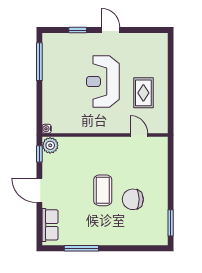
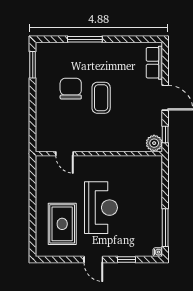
rug: (143, 93) -> (62, 224), moved, width x1.36, depth x1.43
water cooler: (47, 129) -> (158, 252), moved
chair: (133, 199) -> (71, 89), turned -90
window: (81, 248) -> (85, 39), moved

